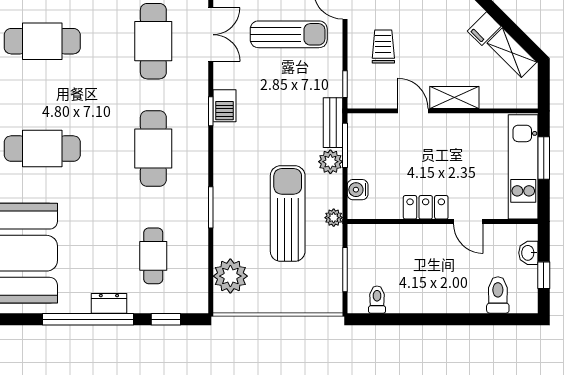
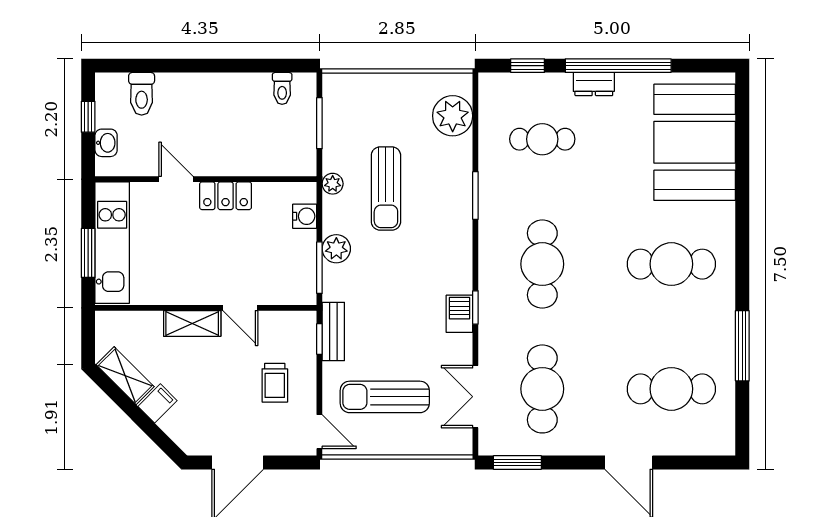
bench: (333, 123) -> (333, 331), moved
sun lounger: (288, 214) -> (386, 188), width x0.73, depth x0.75
cafe table: (153, 256) -> (542, 139), turned 90

